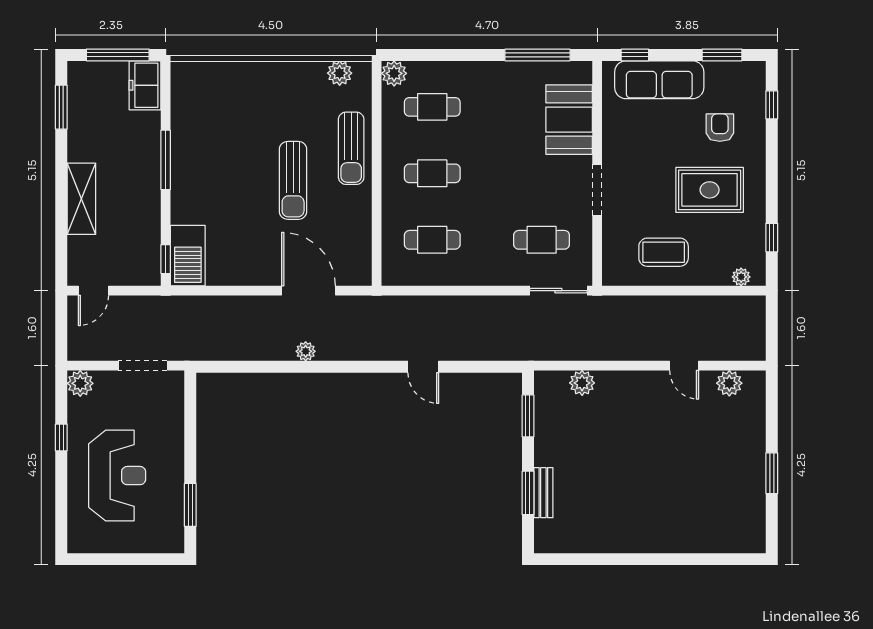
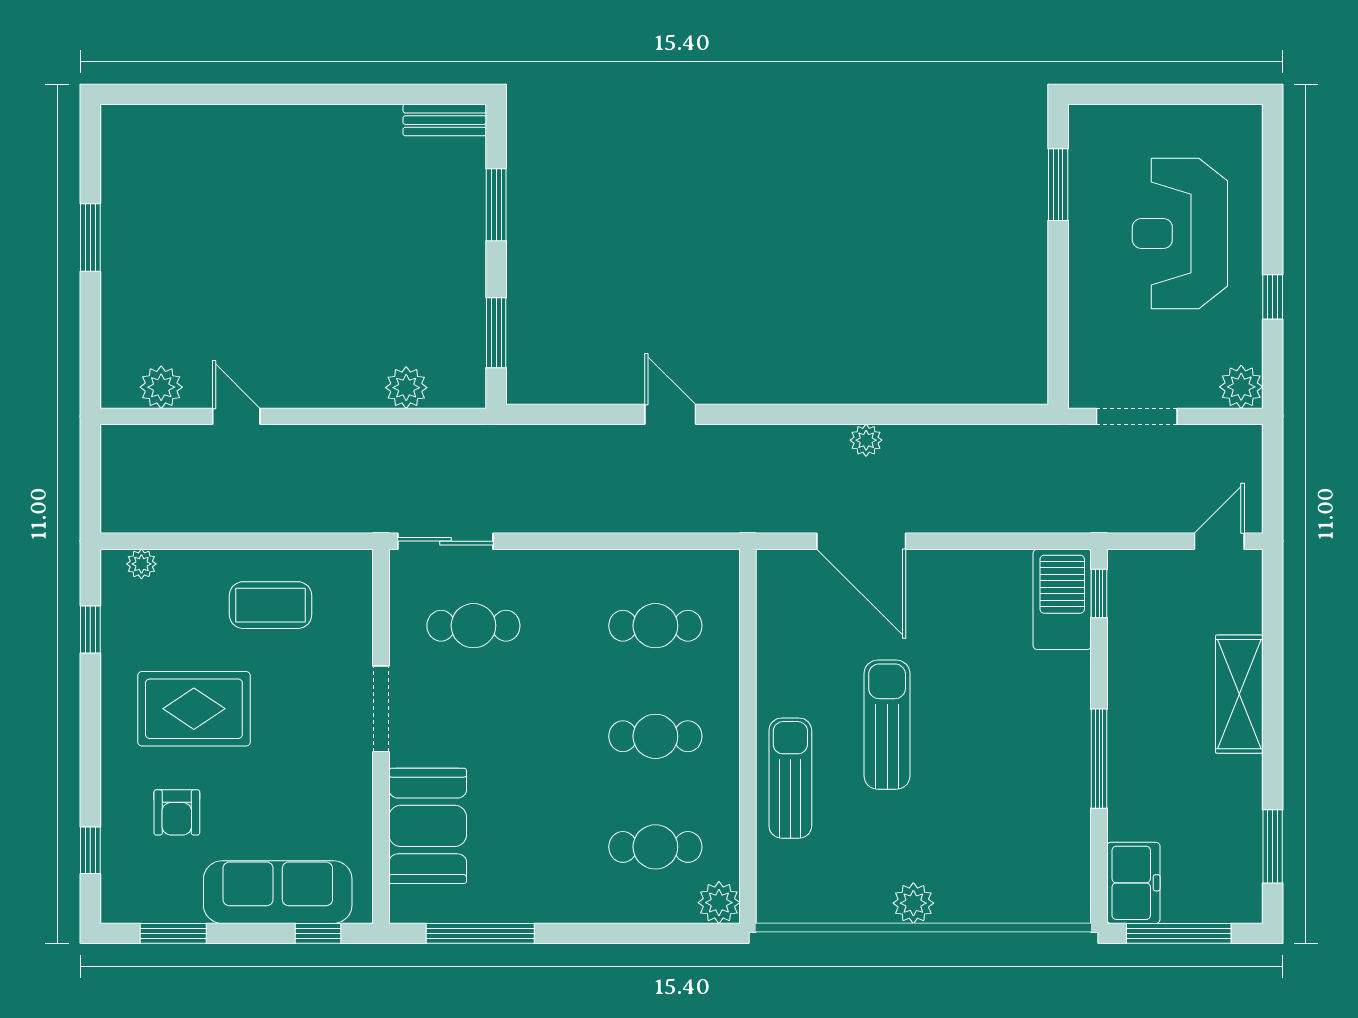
plant: (340, 73) -> (913, 903), moved
bench: (543, 493) -> (445, 120), moved, turned 90

